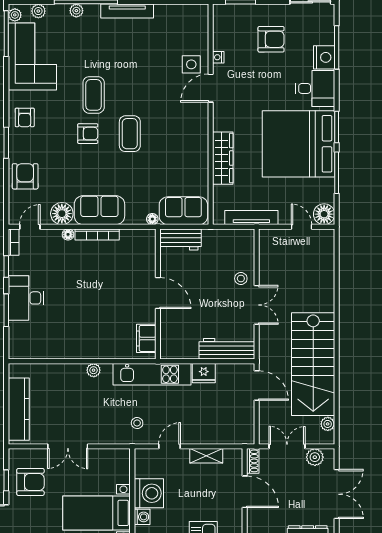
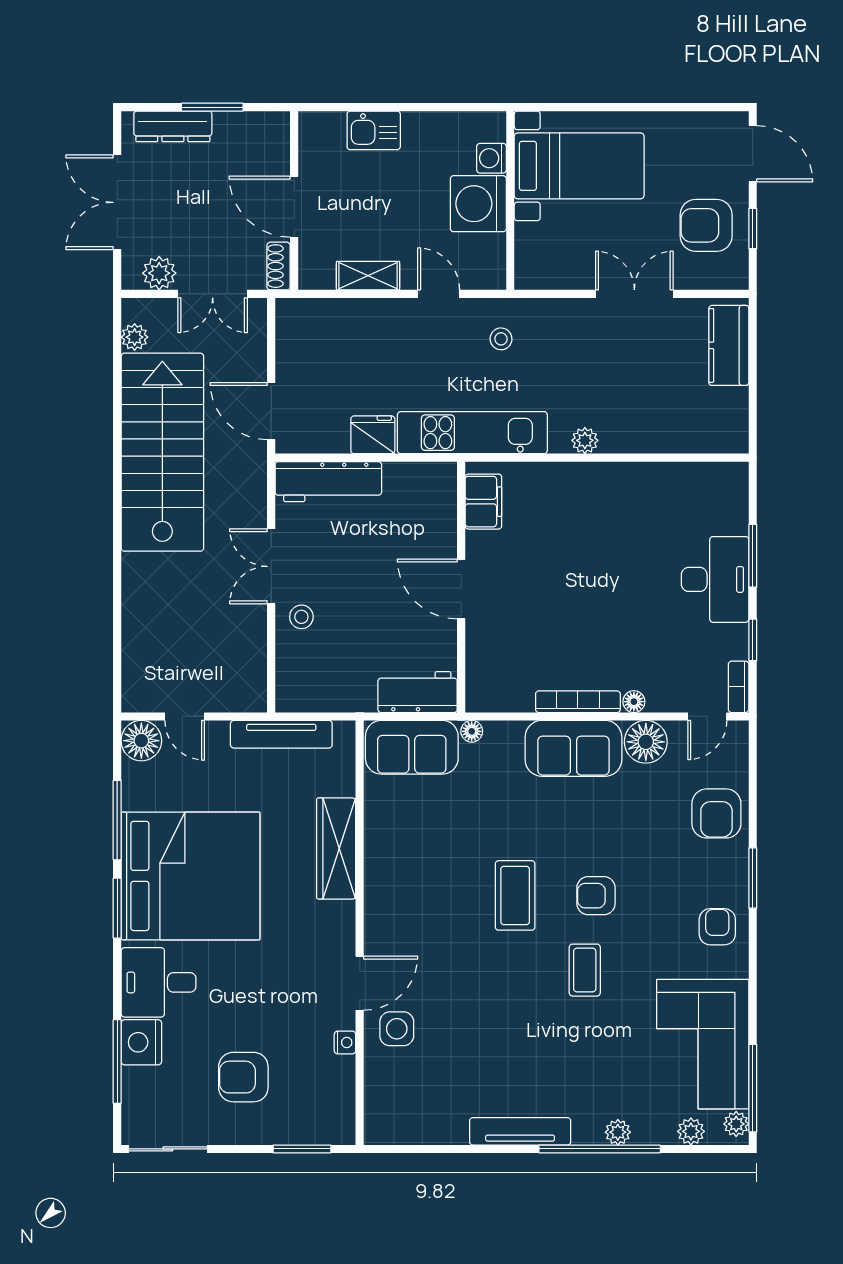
coffee table: (94, 95) -> (585, 970), width x0.73, depth x0.77
kitchen counter: (19, 409) -> (729, 345), width x0.67
door: (169, 446) -> (439, 294), swing flipped

